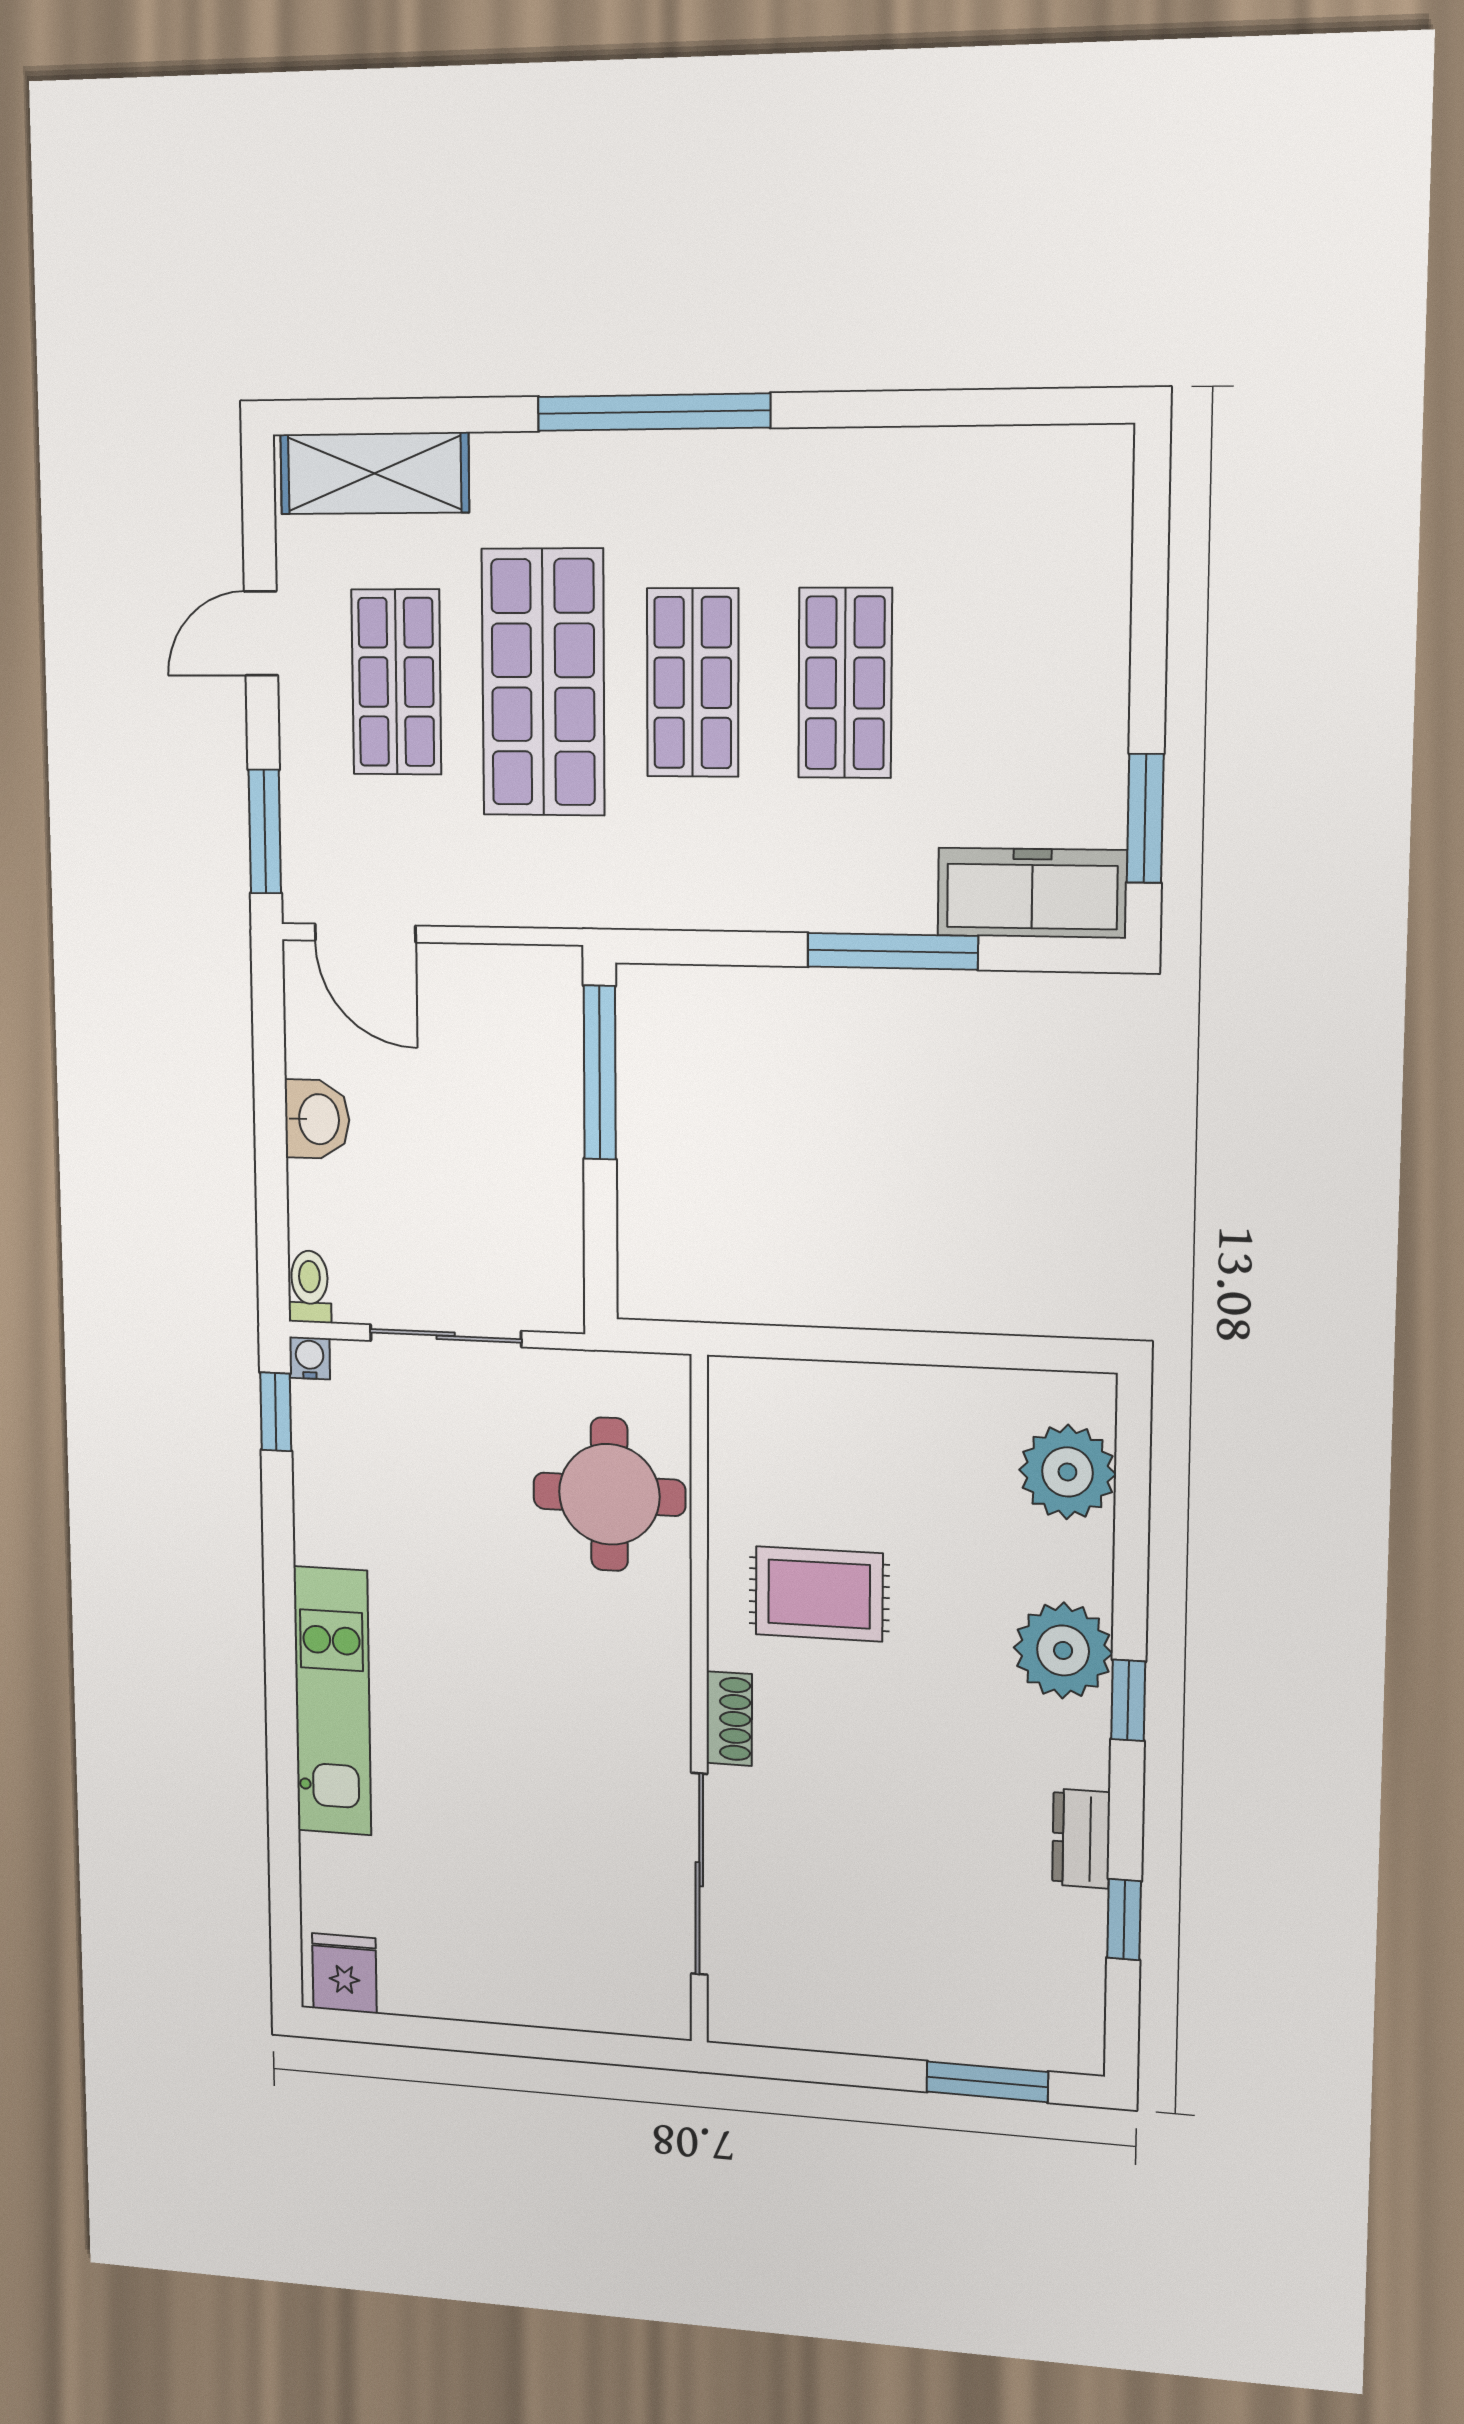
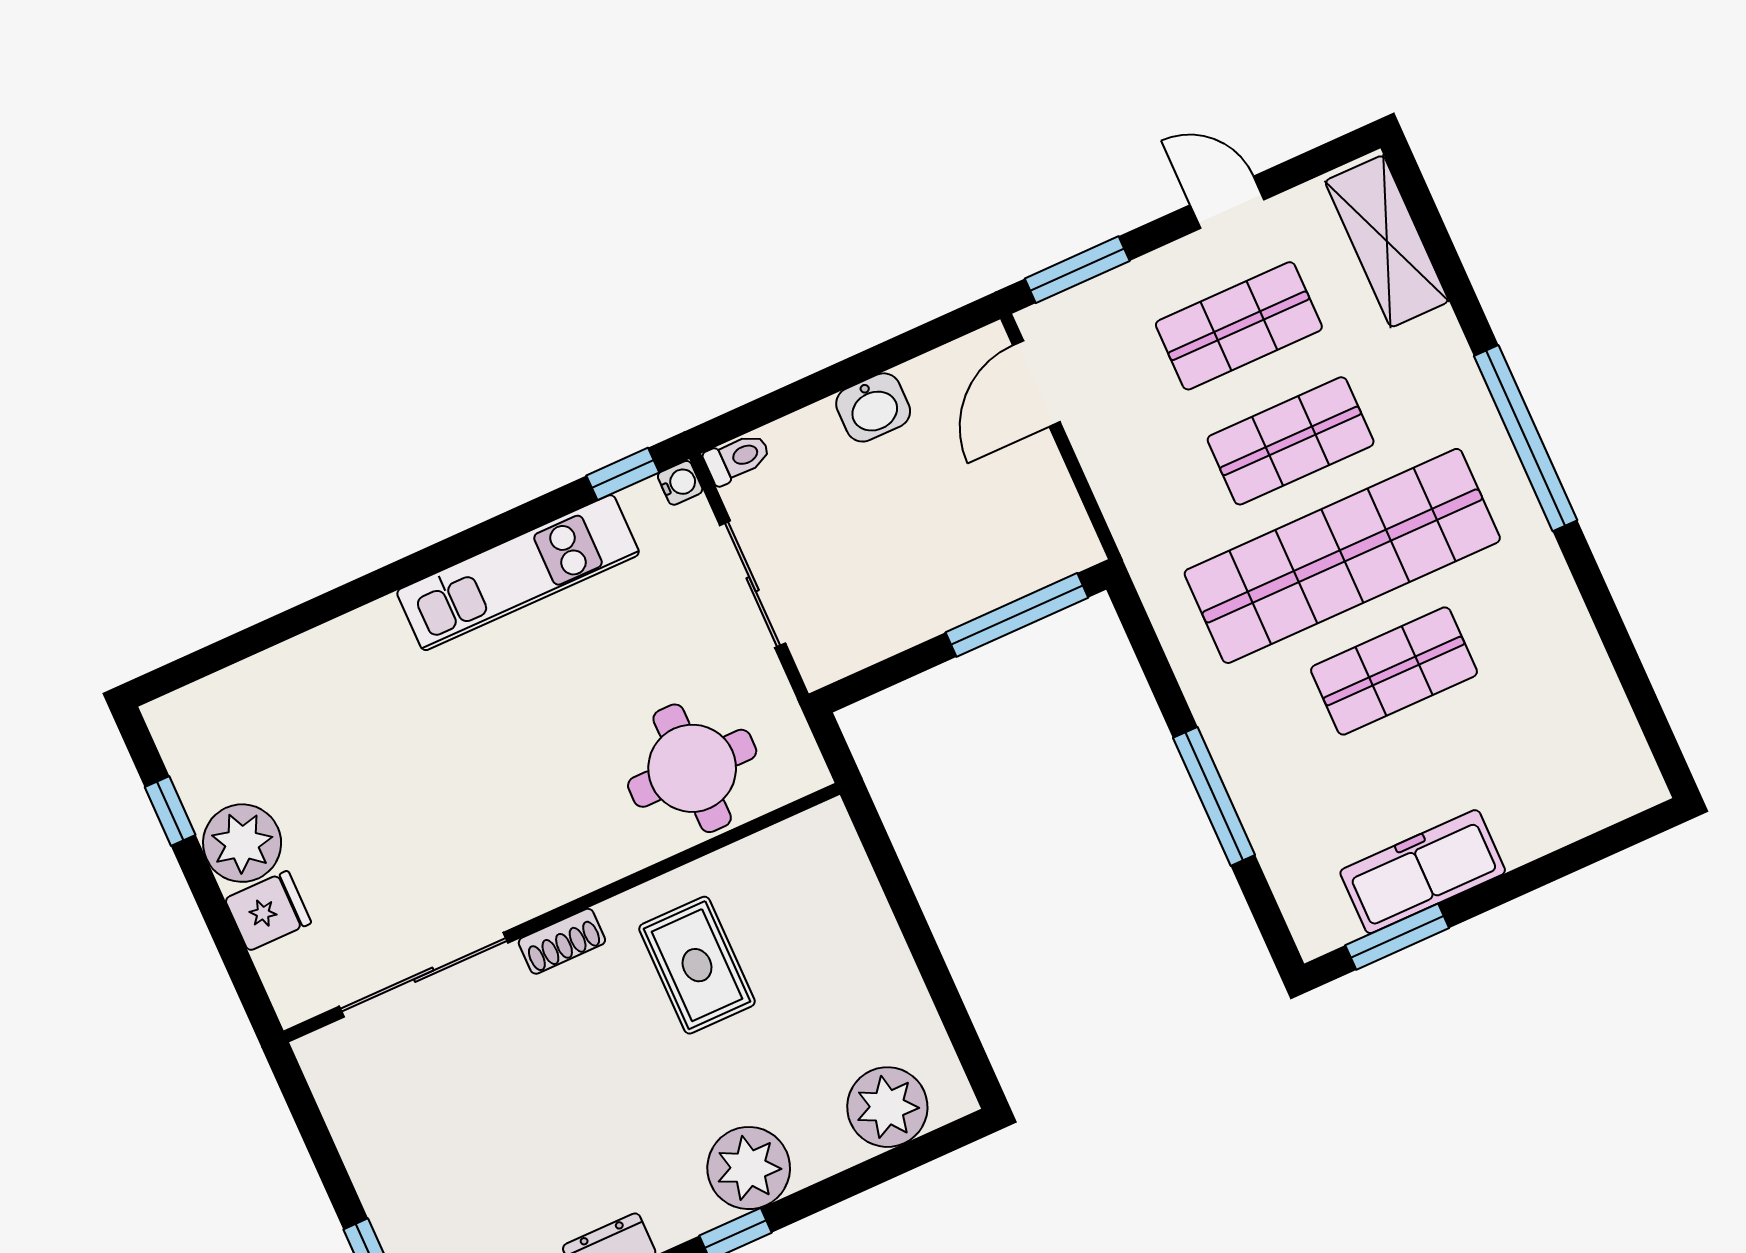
shop shelf: (543, 682) -> (1291, 441), width x0.70, depth x0.74
shop shelf: (693, 683) -> (1342, 556), width x2.00, depth x1.36
freezer: (1032, 893) -> (1423, 872), moved, turned -90
kitchen unit: (332, 1701) -> (518, 573), moved
fridge: (344, 1973) -> (268, 911), moved
plant: (482, 1981) -> (242, 843), added
window: (419, 2032) -> (170, 811), added

